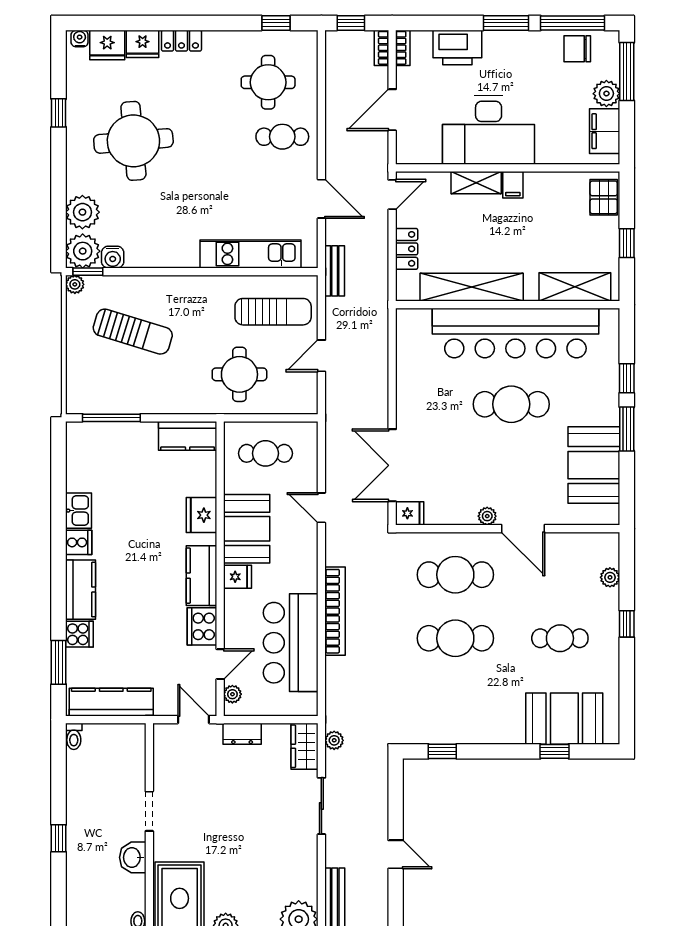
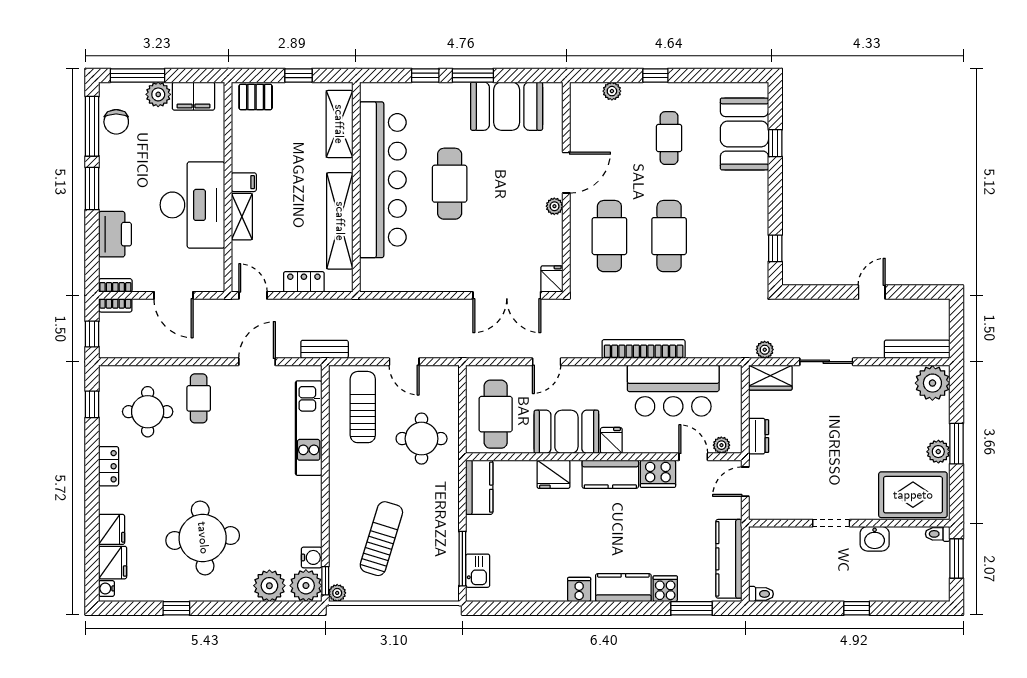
locker: (181, 41) -> (109, 466), moved
cafe table: (265, 453) -> (496, 414), width x1.37, depth x1.35
kitchen sink: (78, 511) -> (478, 571), moved, turned 90

